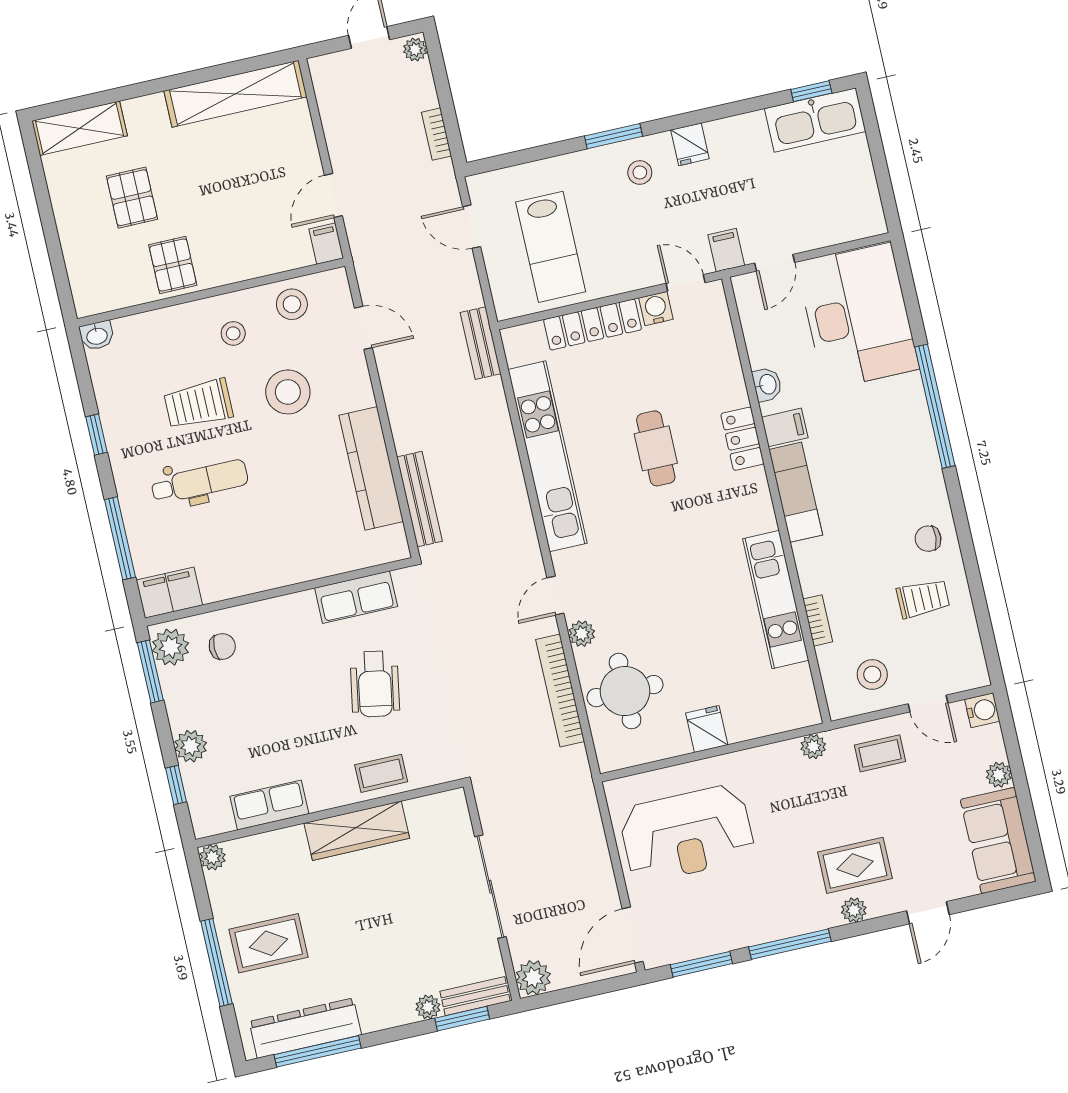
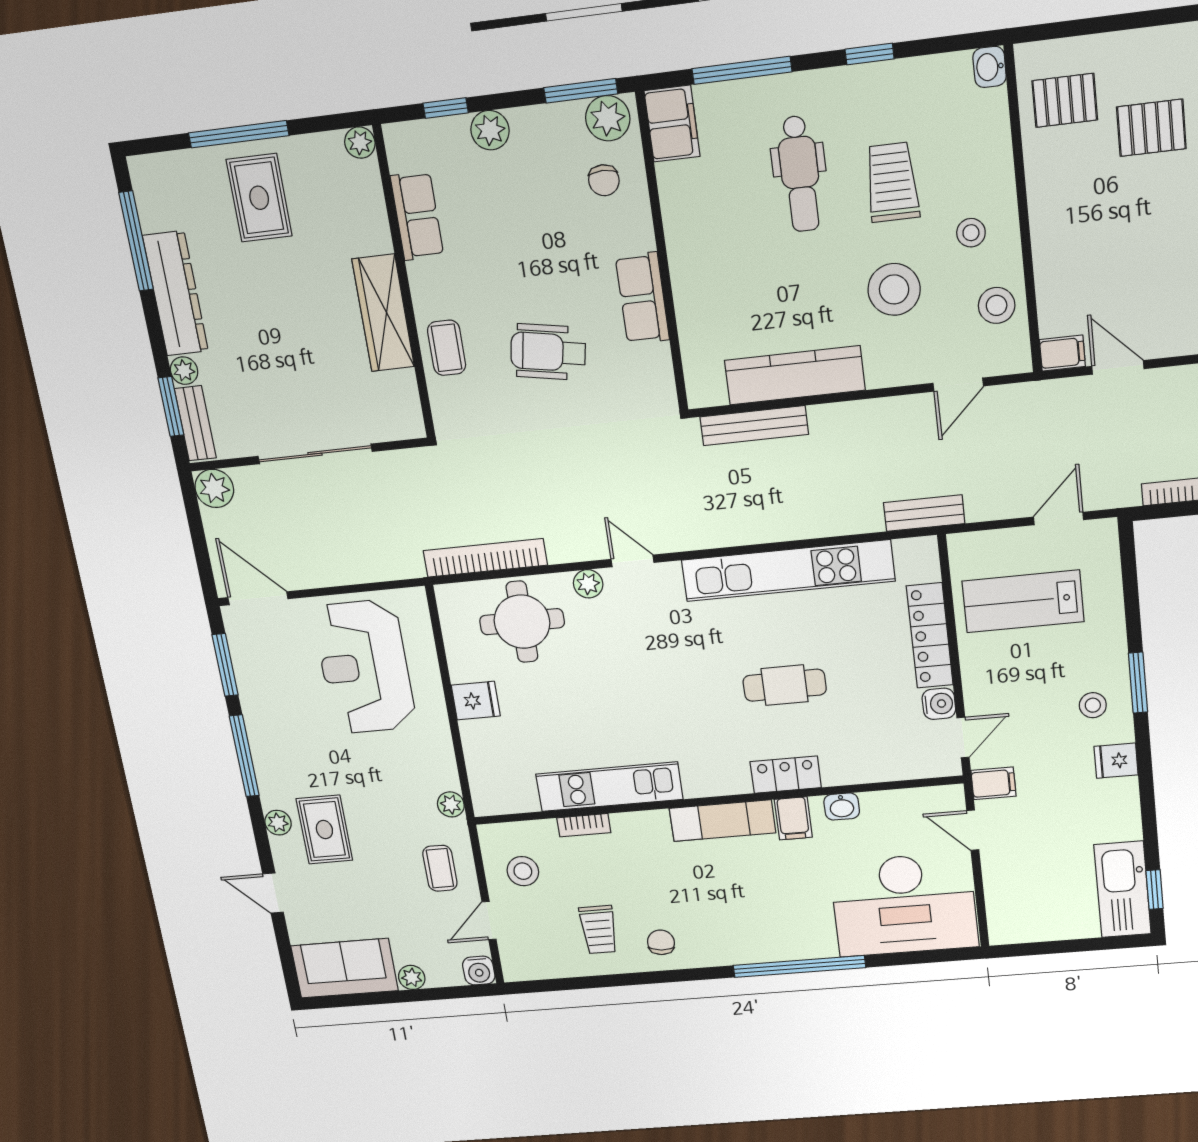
pallet: (173, 265) -> (1065, 100), moved
row of seats: (356, 597) -> (642, 298), moved
bookcase: (560, 691) -> (485, 558), moved
dresser: (305, 1028) -> (176, 294), moved

